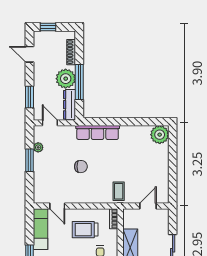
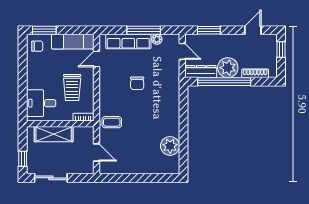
window: (79, 82) -> (224, 82), width x1.46
door: (50, 123) -> (182, 51), hinge flipped
row of seats: (98, 132) -> (128, 42), moved, turned -90
plant: (160, 135) -> (170, 146), moved
window: (29, 160) -> (144, 30), width x1.44
trolley: (85, 230) -> (72, 88), turned 180

